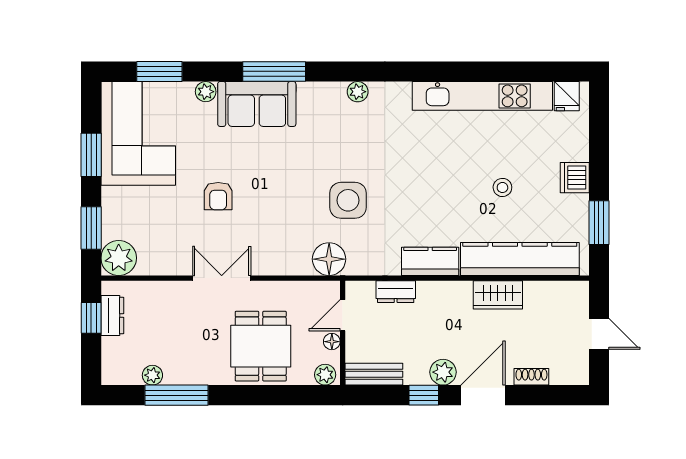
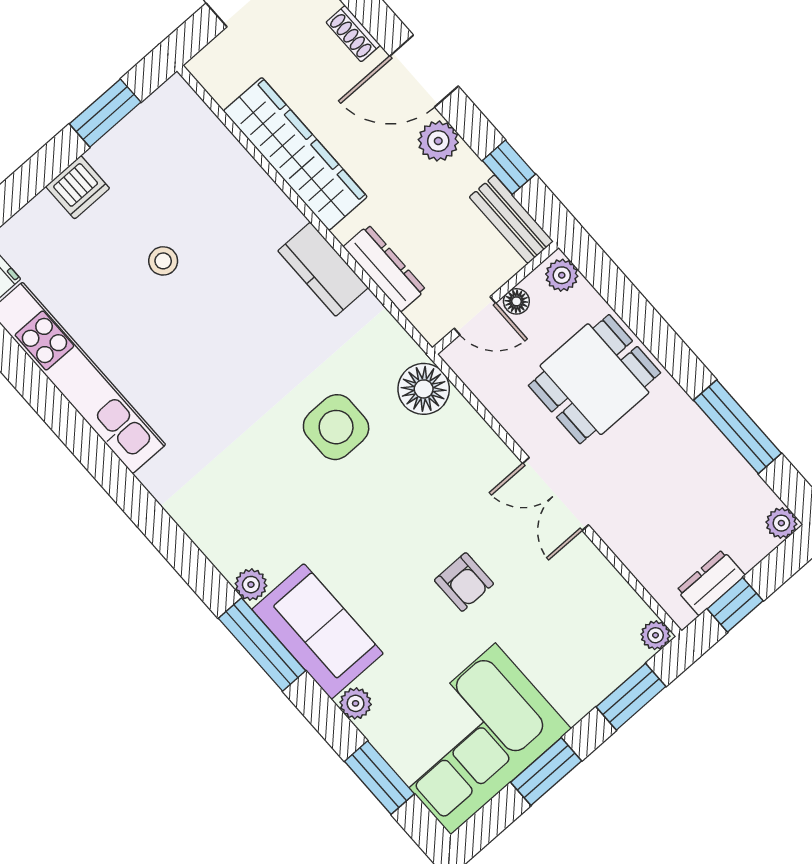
plant: (358, 92) -> (251, 585), moved
armchair: (218, 196) -> (464, 582), turned 90
plant: (119, 258) -> (655, 635), width x0.53, depth x0.53
kitchen counter: (520, 259) -> (228, 168), removed
dresser: (396, 292) -> (384, 268), width x1.44
wardrobe: (498, 295) -> (295, 154), width x2.10, depth x1.17
plant: (152, 375) -> (781, 523), moved
window: (424, 395) -> (509, 167), moved

